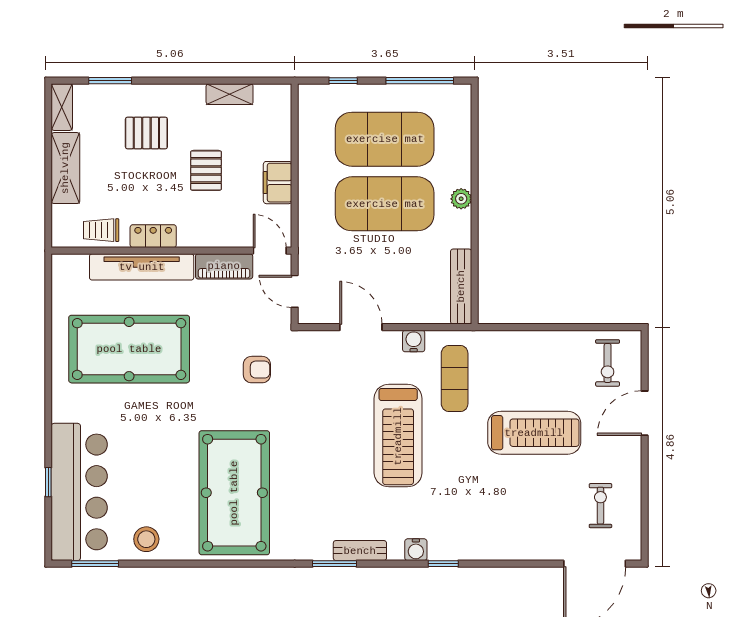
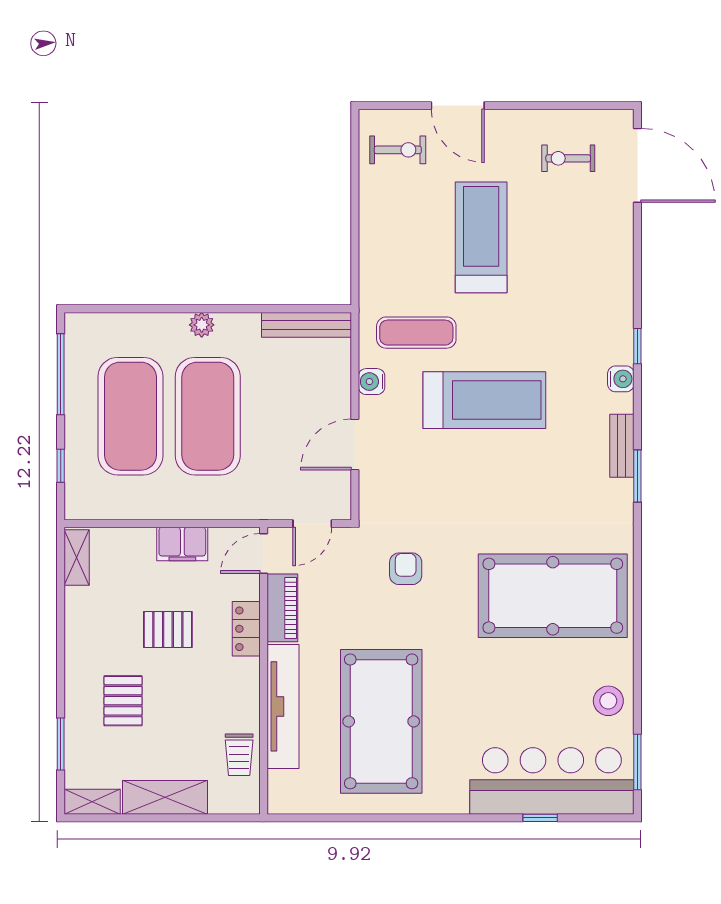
shelving: (230, 94) -> (77, 557), moved
locker: (153, 236) -> (246, 629), moved

